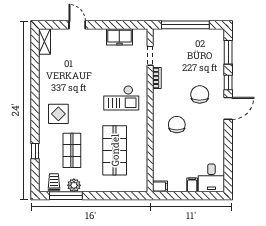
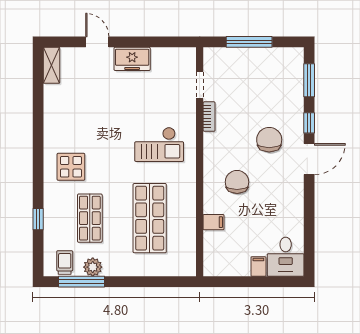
window: (185, 25) -> (249, 42), width x0.68
freezer: (119, 37) -> (132, 59), moved
filing cabinet: (160, 186) -> (214, 222), moved

